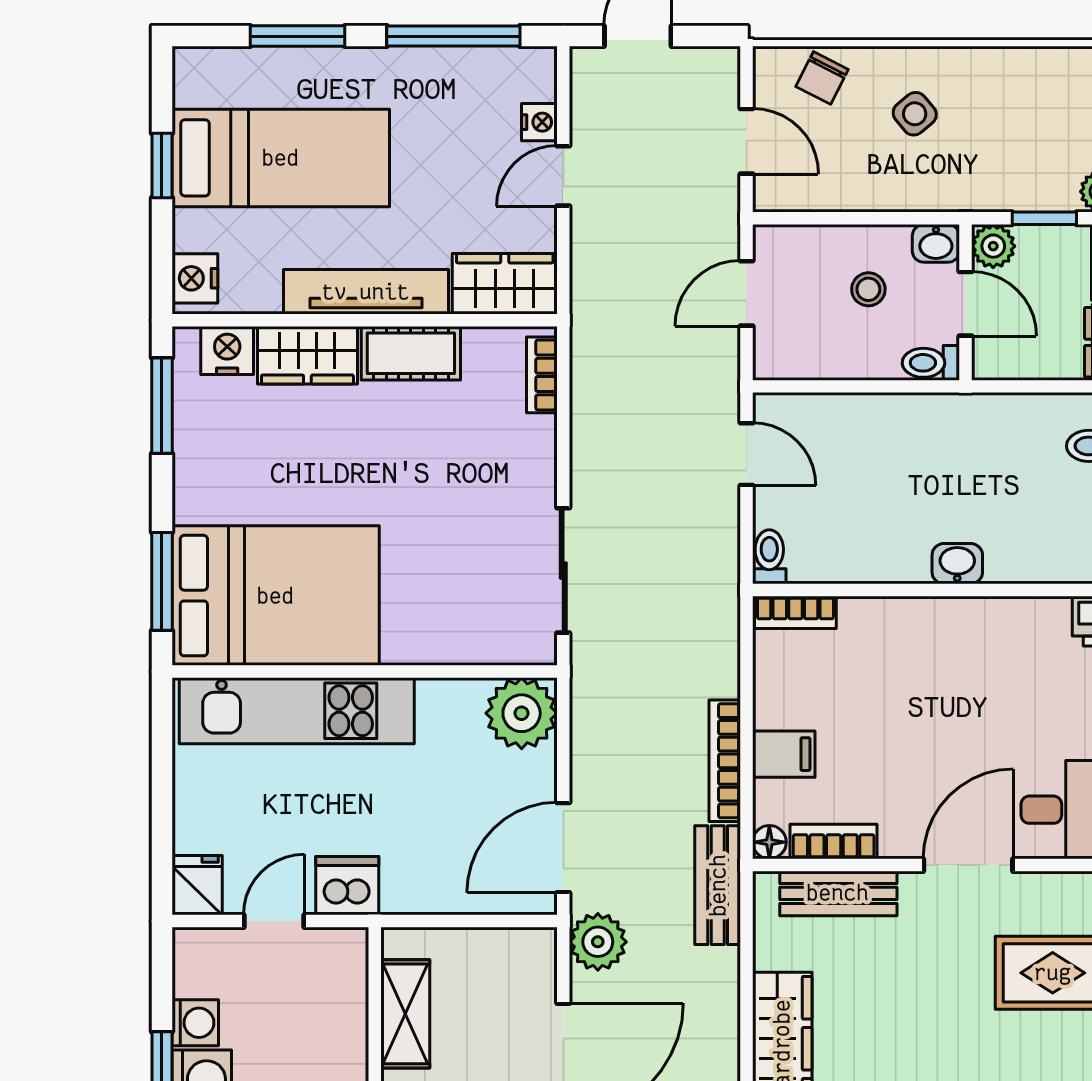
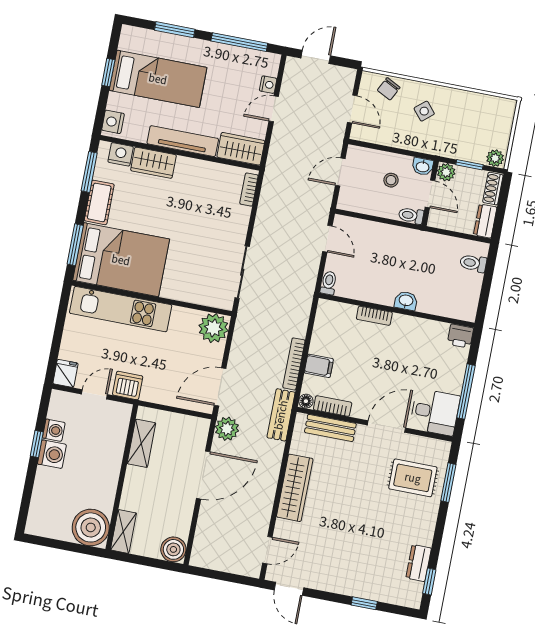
cot: (411, 353) -> (99, 202), moved, turned 90
bookcase: (795, 612) -> (374, 316), moved

